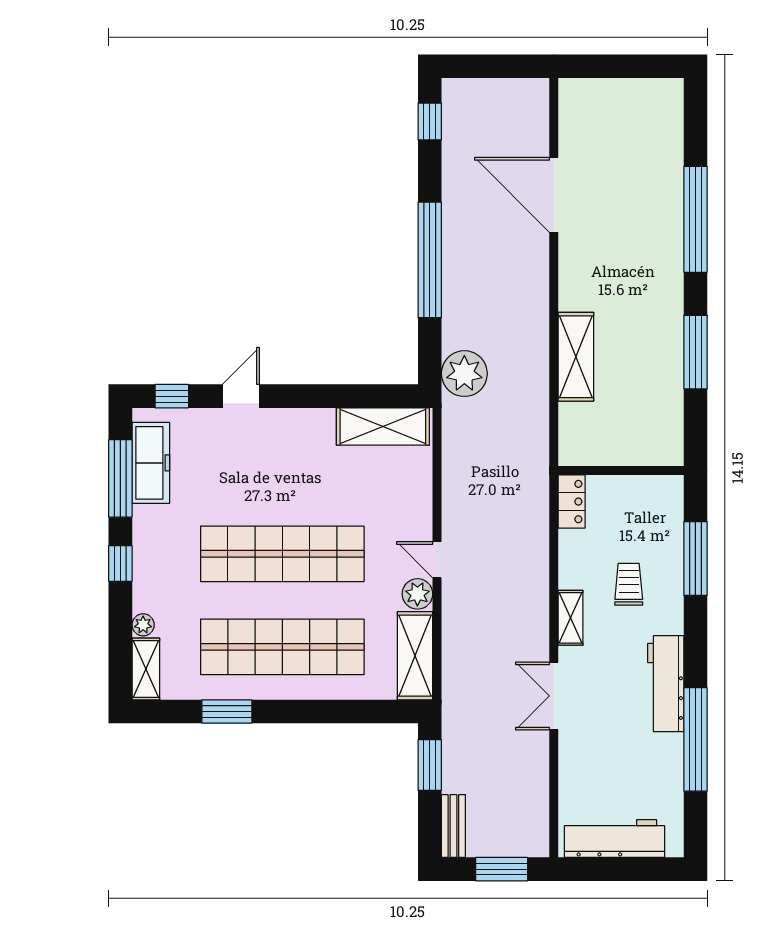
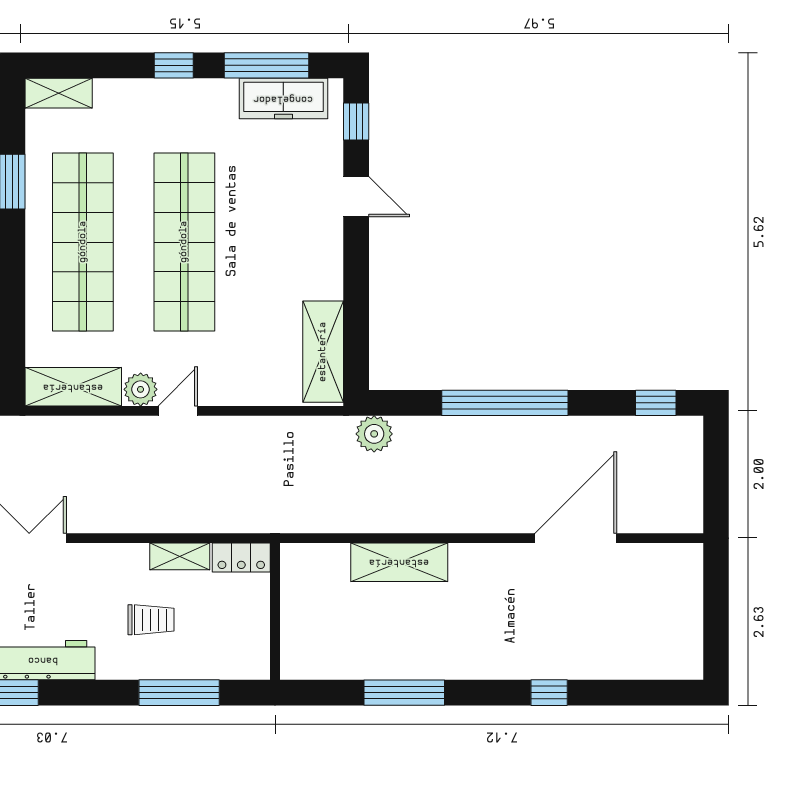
window: (695, 219) -> (549, 693), width x0.32
plant: (464, 374) -> (374, 434), width x0.73, depth x0.73
shelving: (571, 618) -> (180, 556), moved
plant: (143, 625) -> (107, 90), removed

